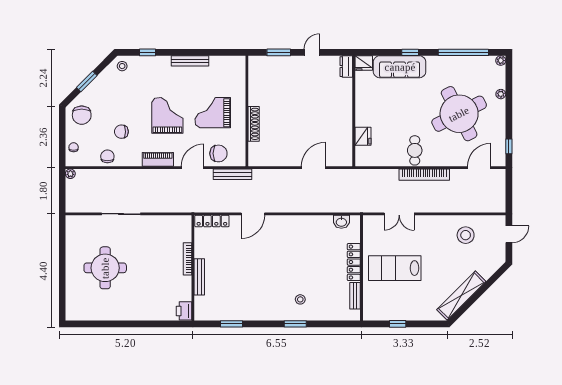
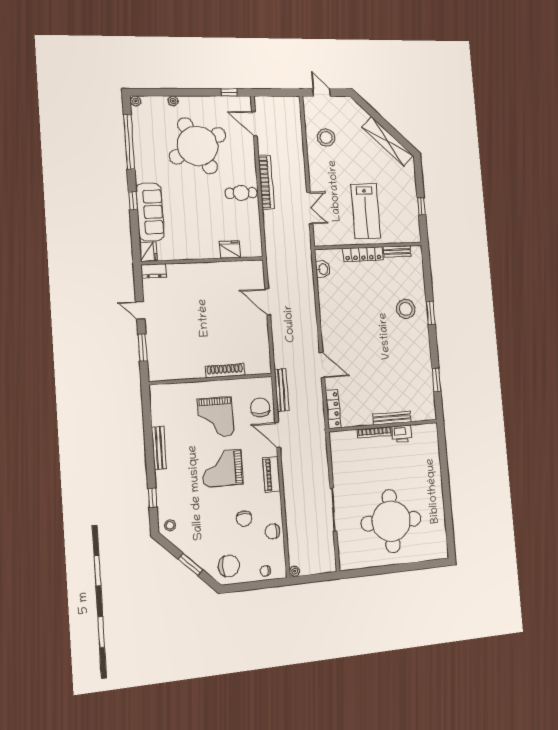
round table: (105, 268) -> (391, 521), width x1.36, depth x1.36
stool: (300, 299) -> (406, 309), width x1.89, depth x1.89
printer: (184, 311) -> (402, 434), moved

